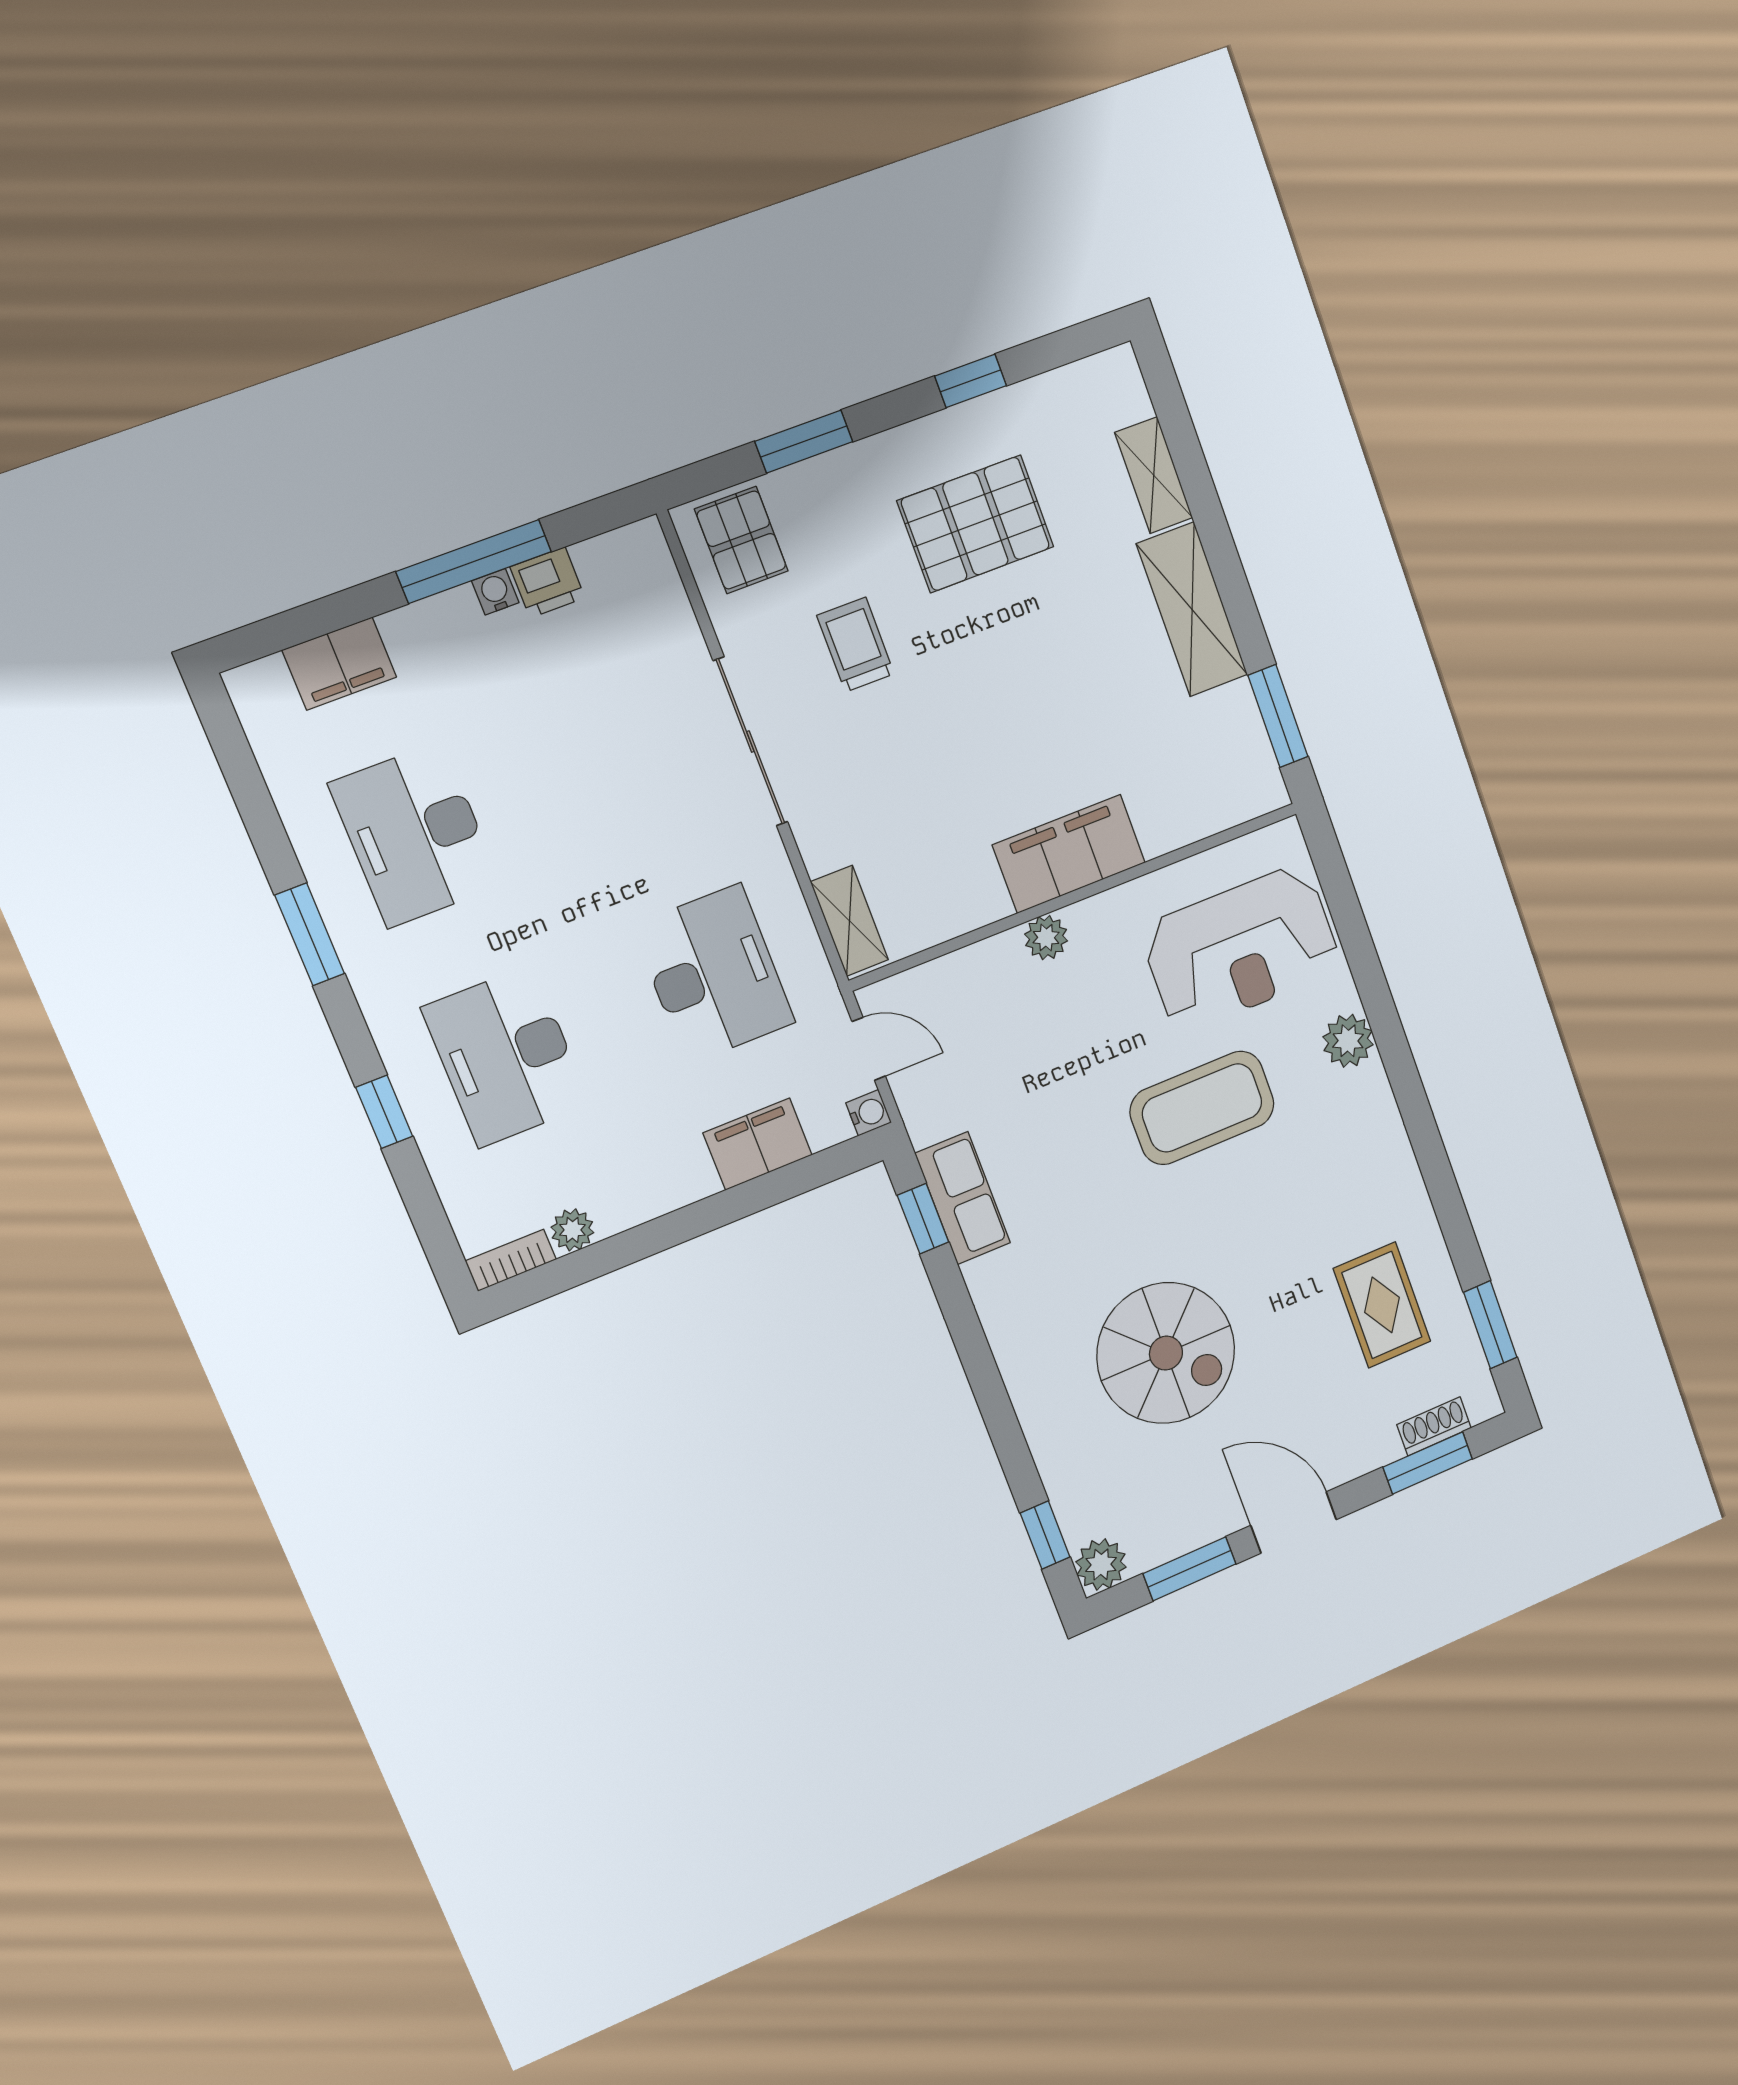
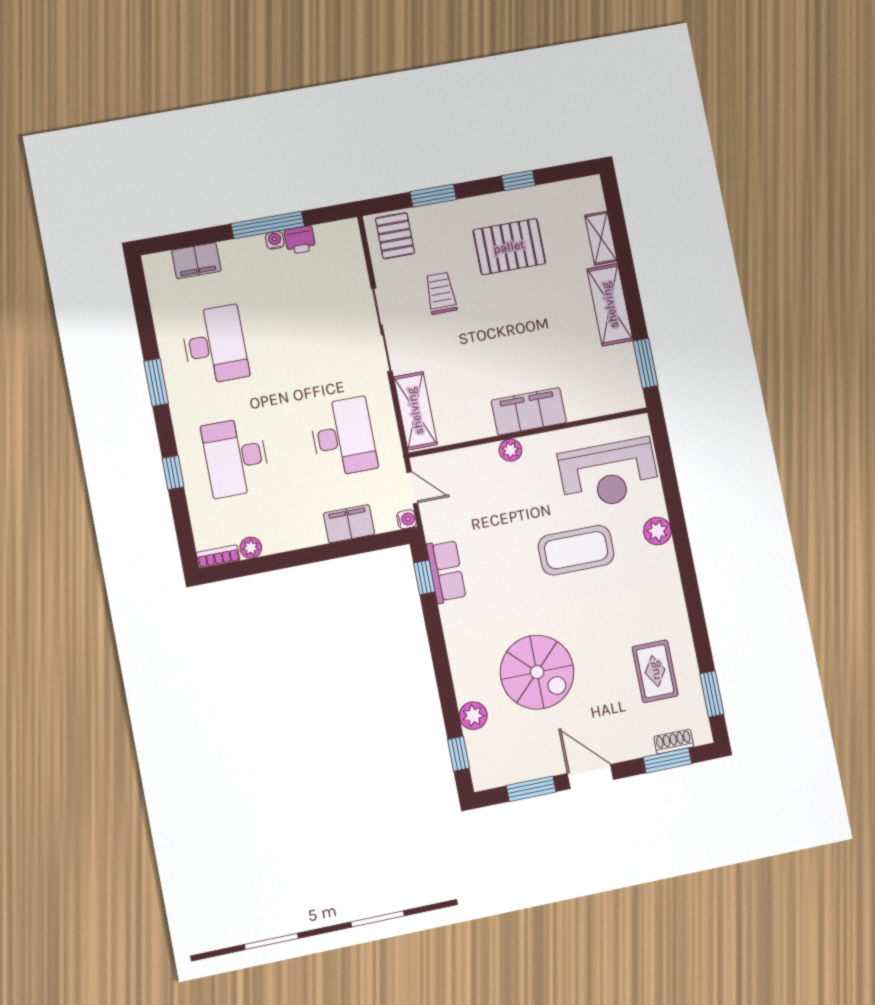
desk: (415, 835) -> (215, 345), turned 180
shelving: (849, 921) -> (415, 411), width x1.50, depth x1.33
plant: (1101, 1564) -> (473, 716), moved

